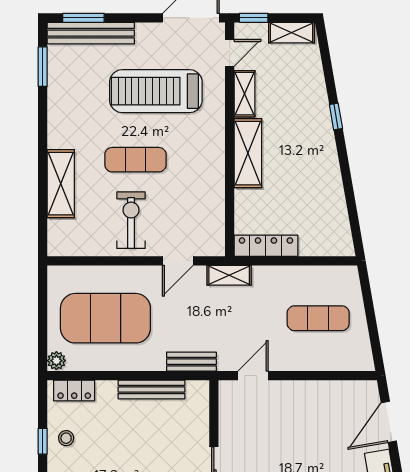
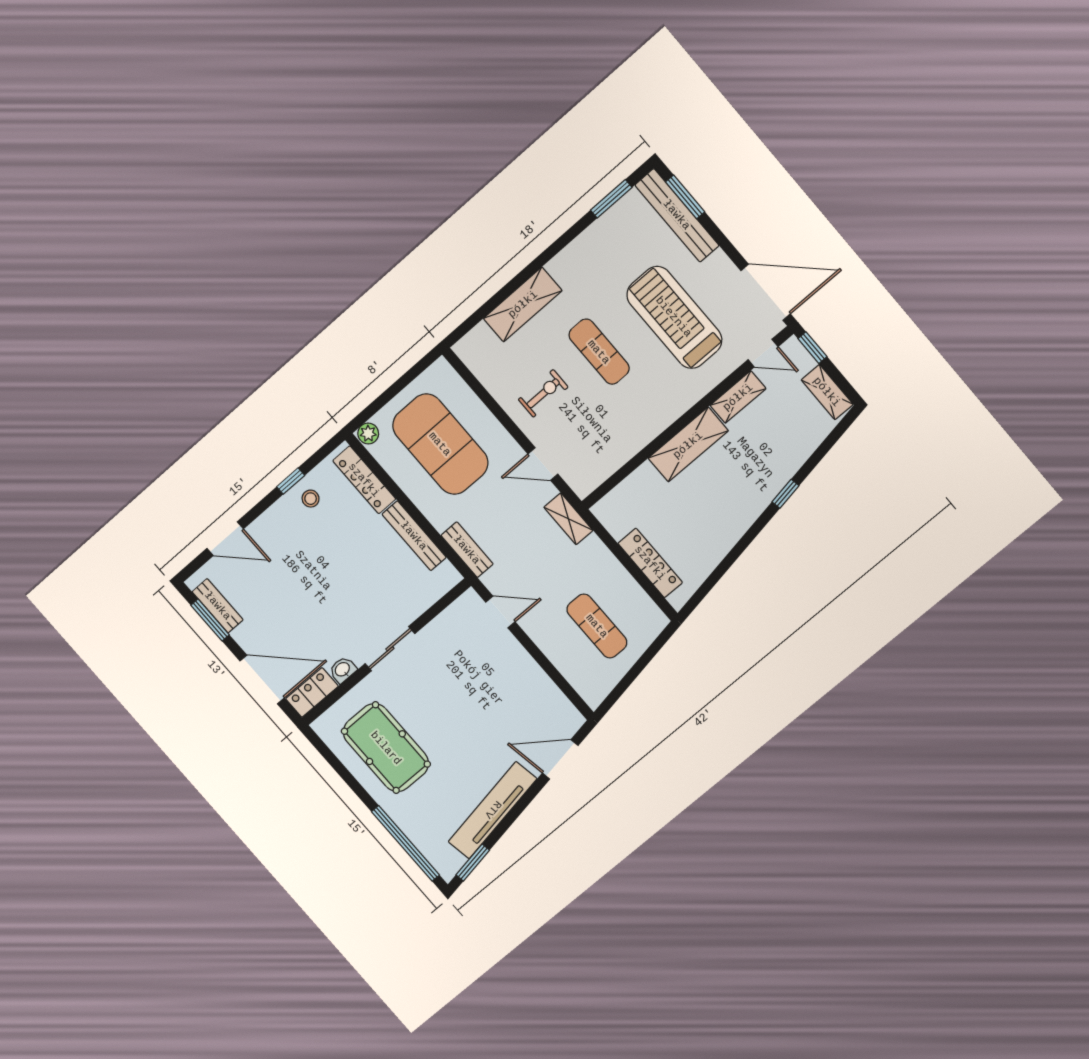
exercise bike: (131, 220) -> (543, 393), width x0.73, depth x0.72
locker: (266, 246) -> (650, 563), moved
locker: (74, 390) -> (364, 480), width x1.53

